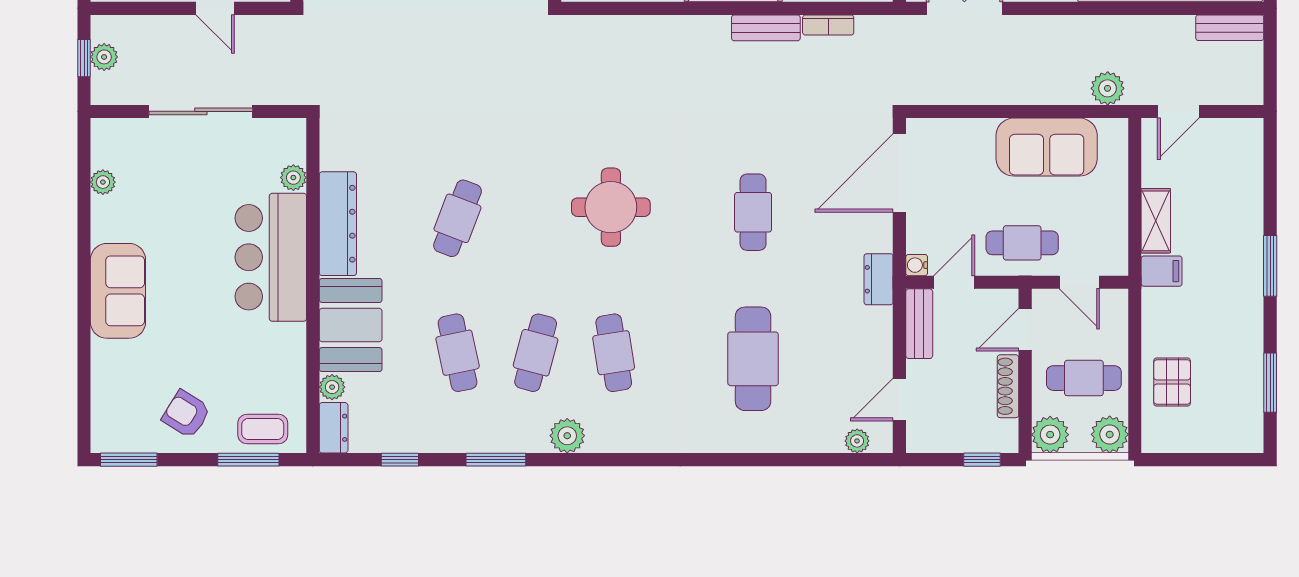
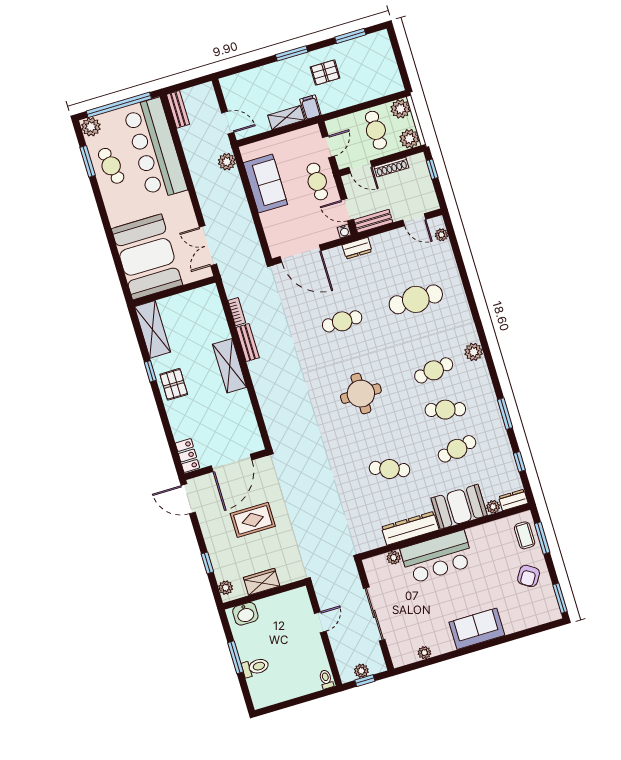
pallet: (1172, 382) -> (325, 73), moved
plant: (567, 436) -> (474, 352), moved

